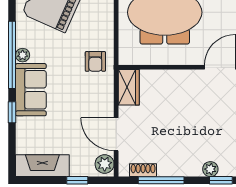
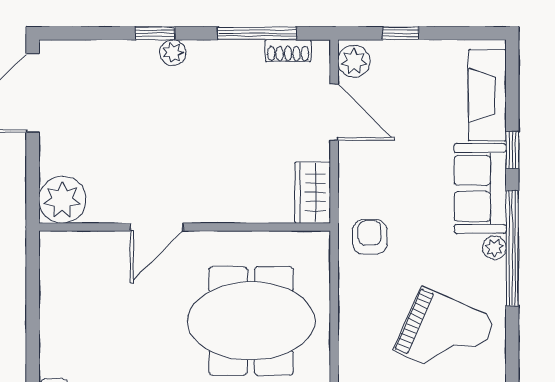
fireplace: (42, 166) -> (487, 95), moved, turned 90

